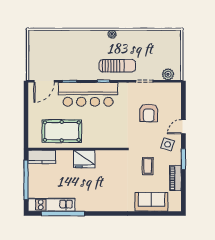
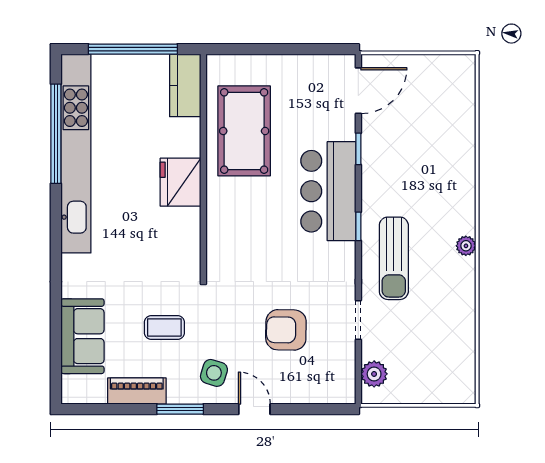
door: (44, 81) -> (358, 91), swing flipped
bar counter: (88, 94) -> (328, 191), width x0.73
kitchen unit: (52, 205) -> (76, 154), width x1.86

